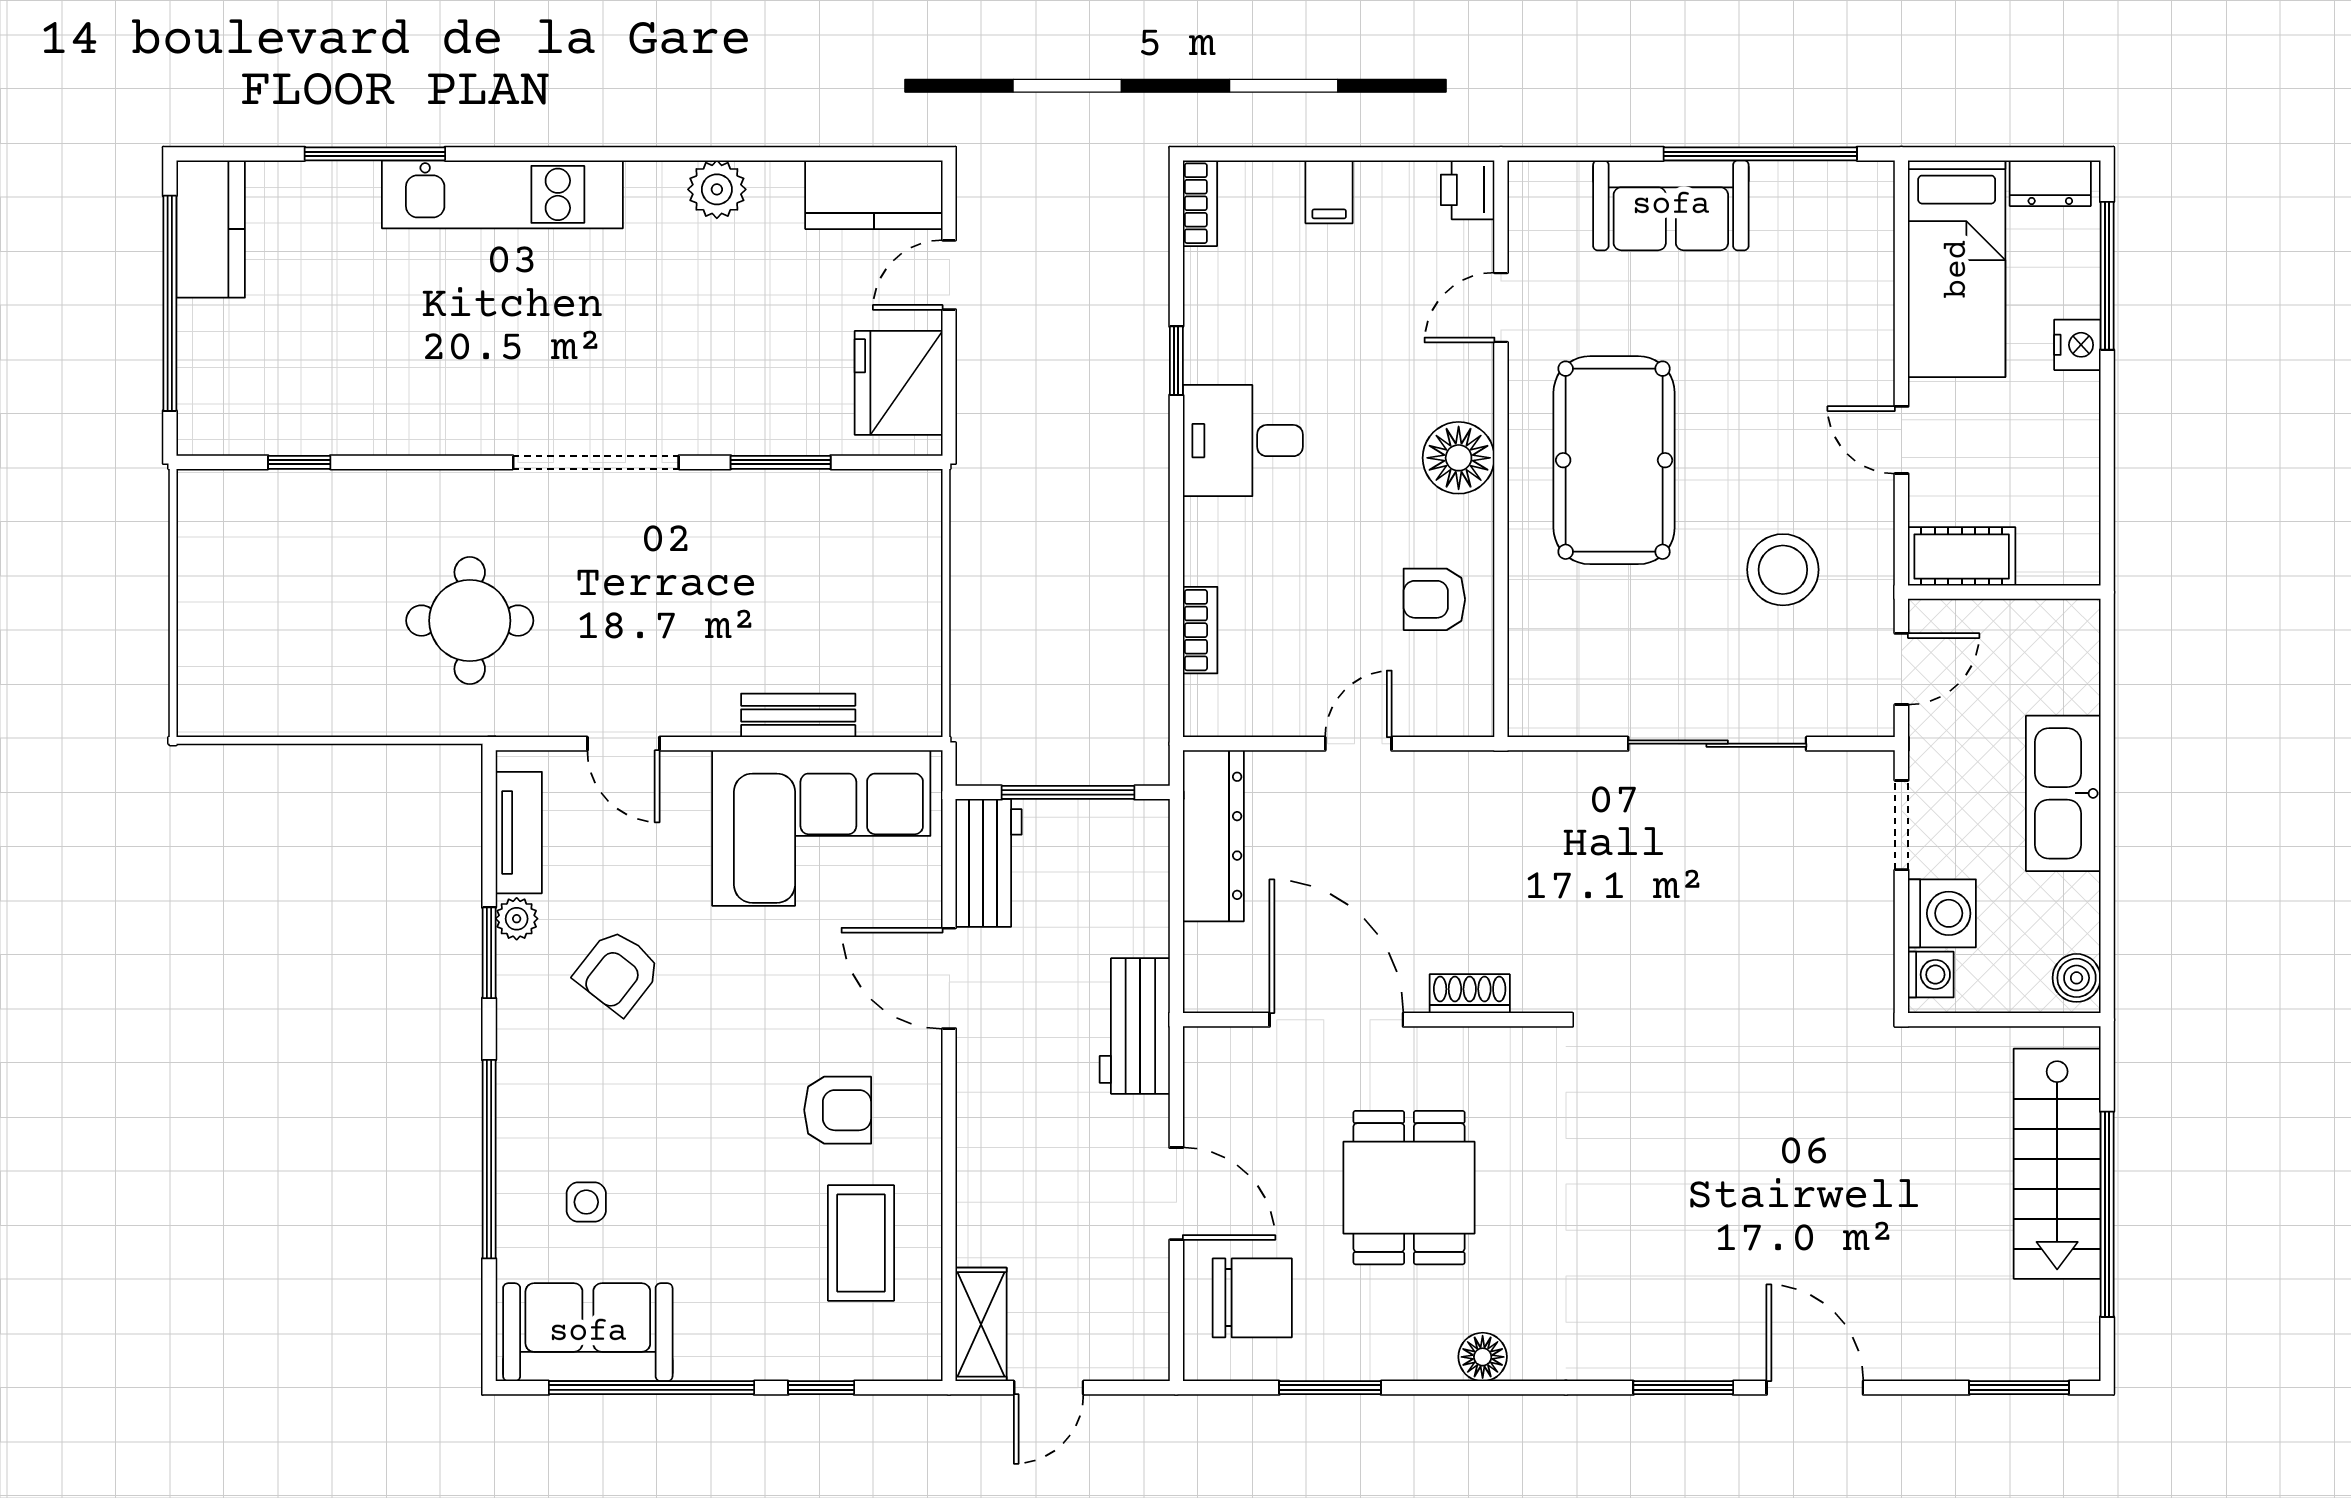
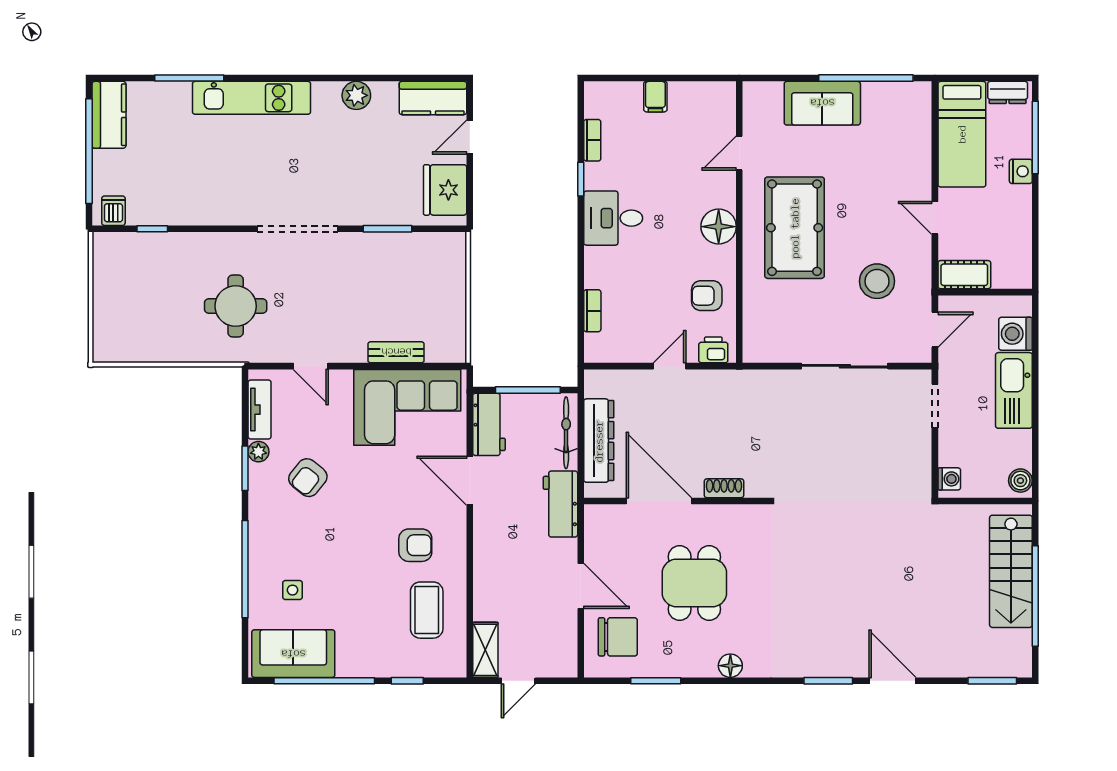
printer: (1468, 190) -> (713, 350), moved, turned 90
bookcase: (1200, 203) -> (592, 140), moved
dishwasher: (220, 425) -> (113, 211), added
dresser: (1213, 836) -> (599, 441), moved
bicycle: (1146, 880) -> (566, 433), added
washing machine: (1942, 913) -> (1016, 334), moved, turned 180

